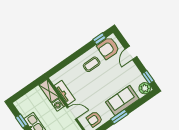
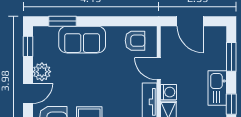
plant: (145, 88) -> (42, 72), moved
window: (119, 117) -> (62, 21), moved

